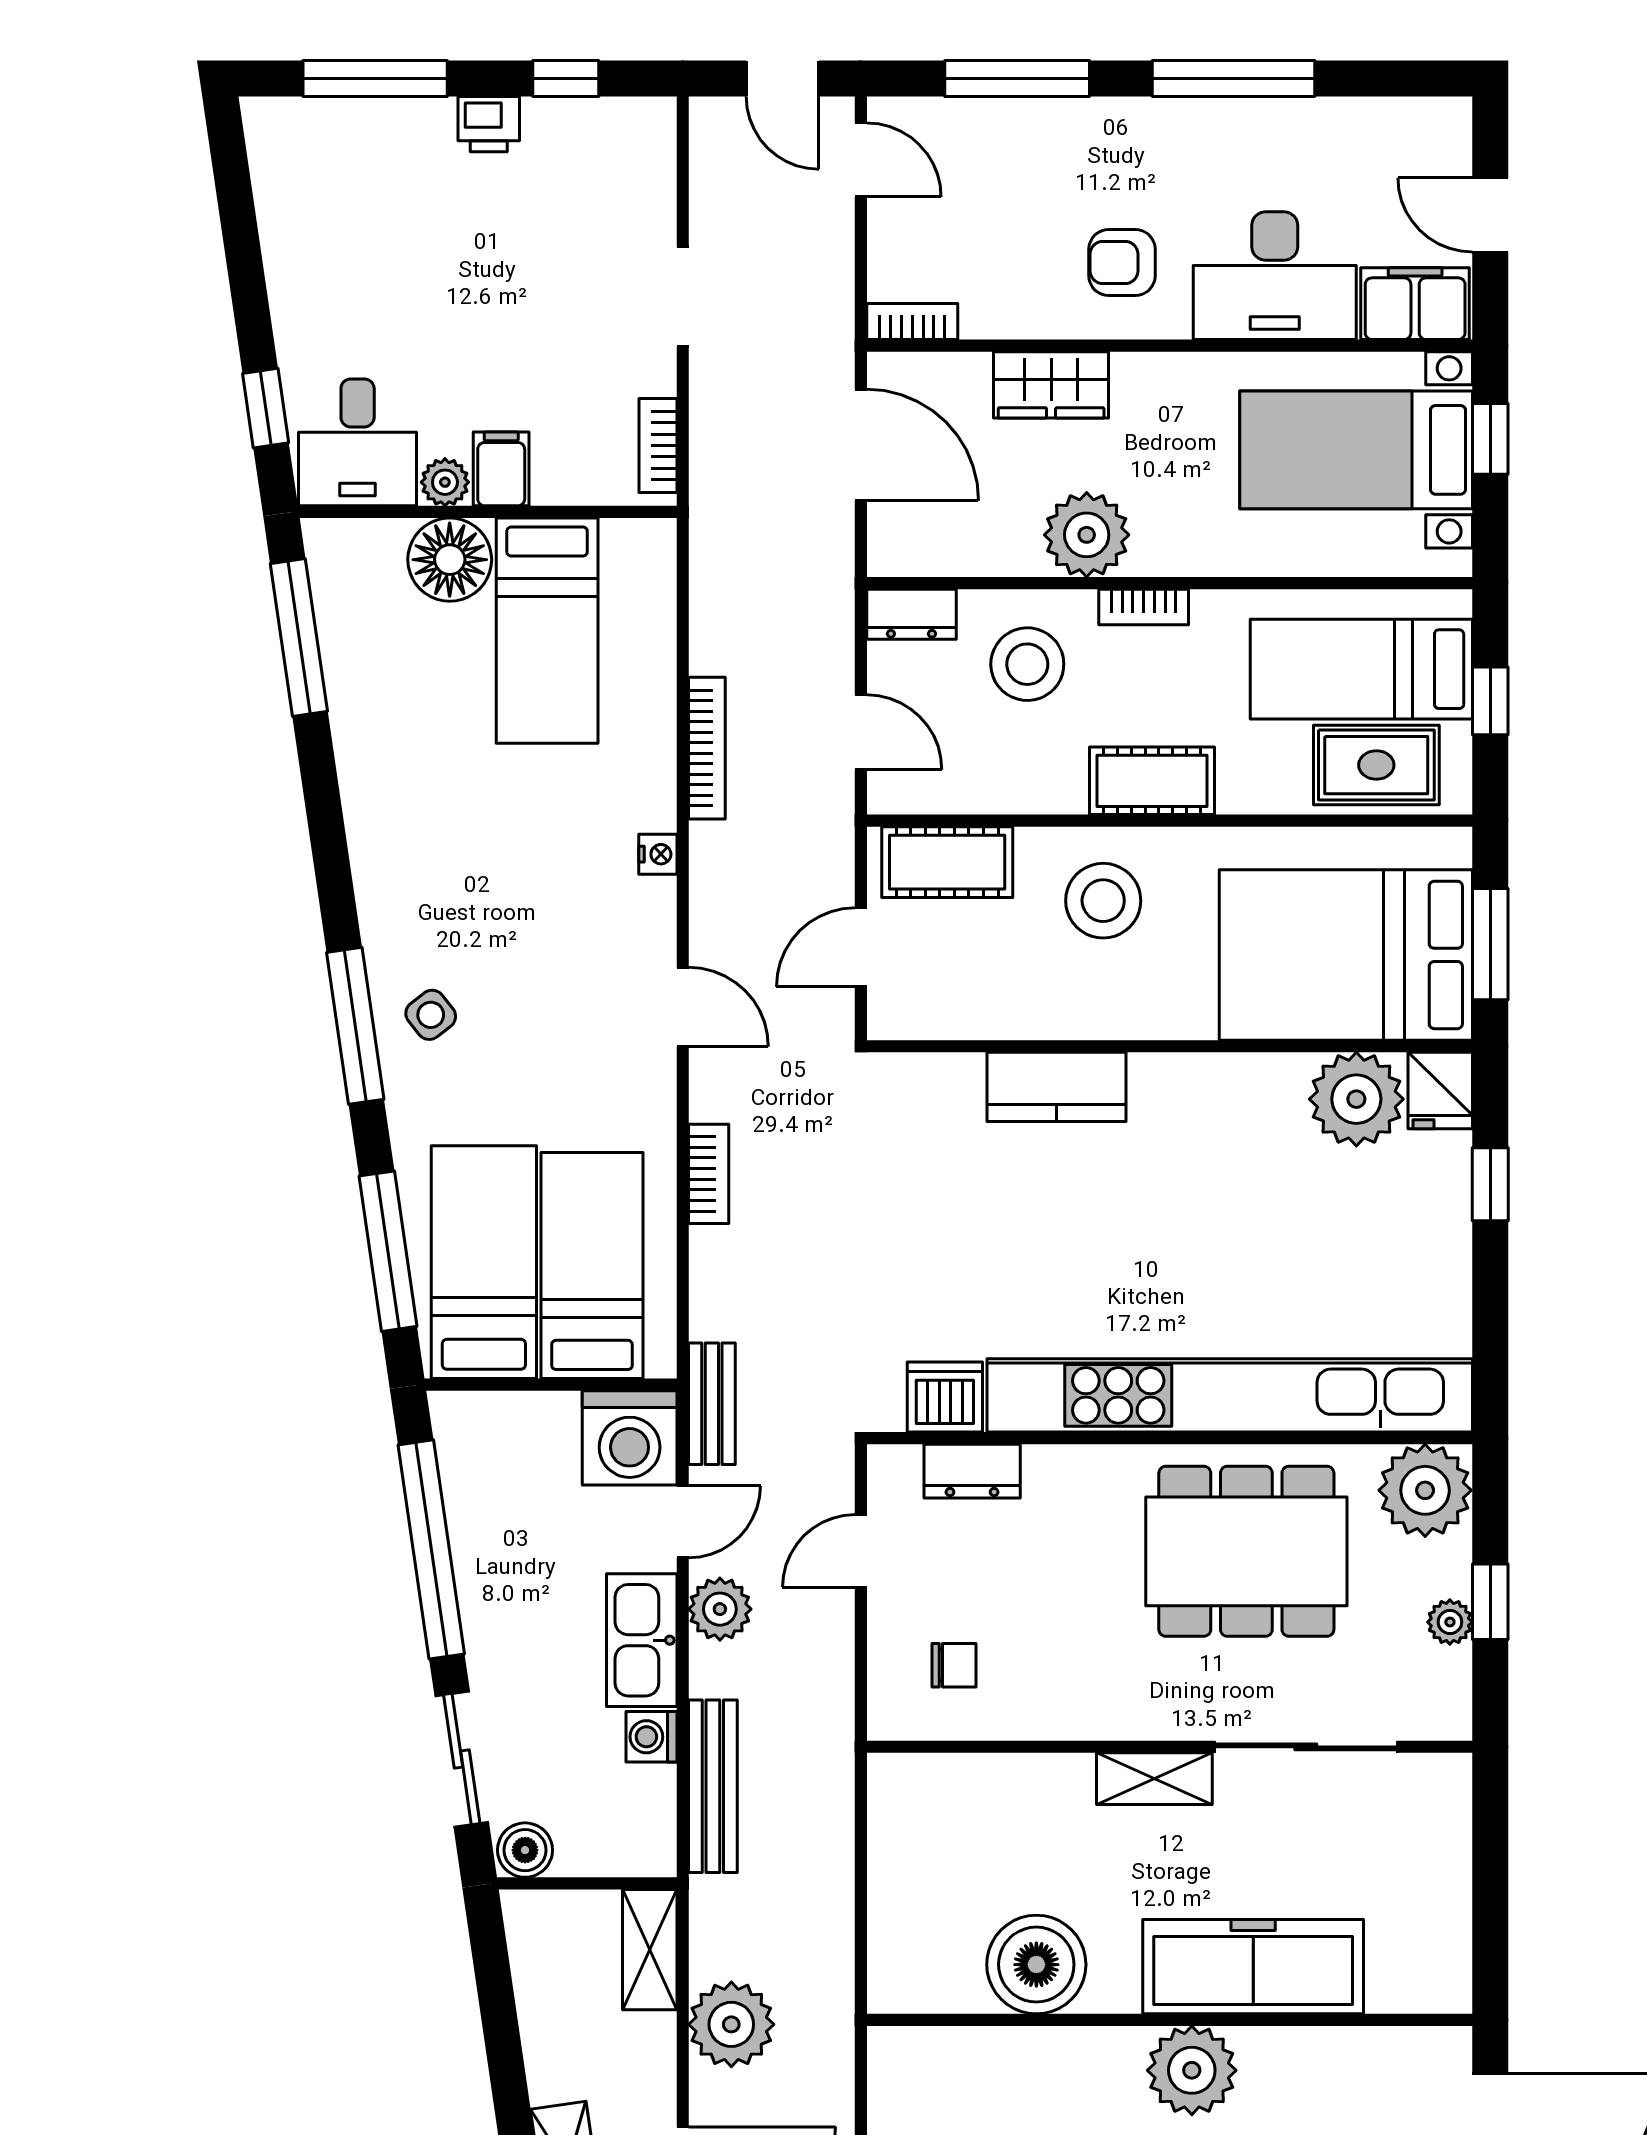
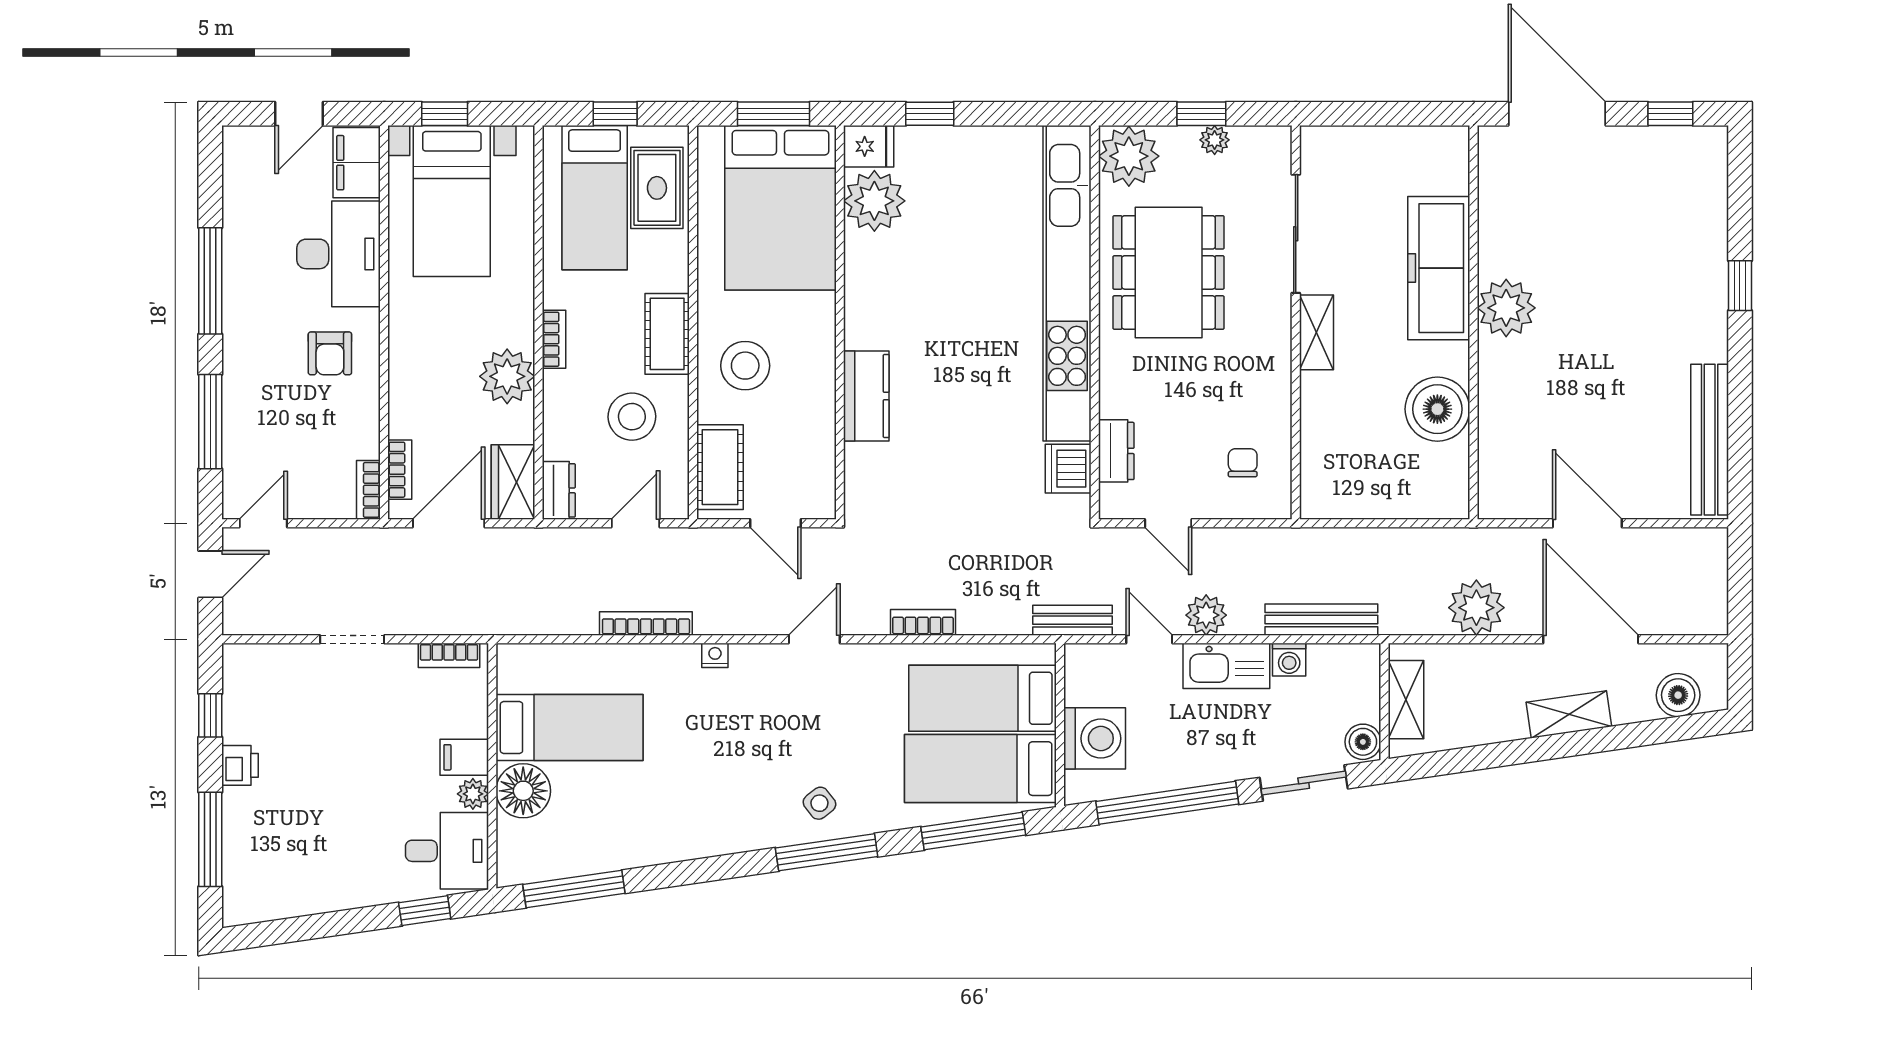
bookcase: (943, 370) -> (400, 470), added
wardrobe: (1051, 385) -> (513, 482), moved, turned 180
stool: (1027, 664) -> (632, 417), moved
washing machine: (630, 1438) -> (1095, 738), moved
shelving: (650, 1950) -> (1406, 700), moved, turned 90

